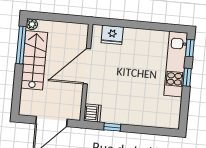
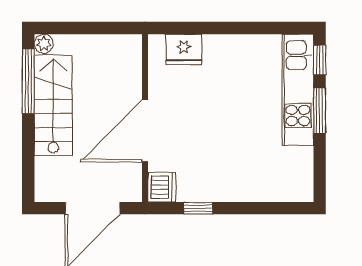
door: (87, 66) -> (145, 131), moved
window: (187, 77) -> (320, 111), width x1.50

